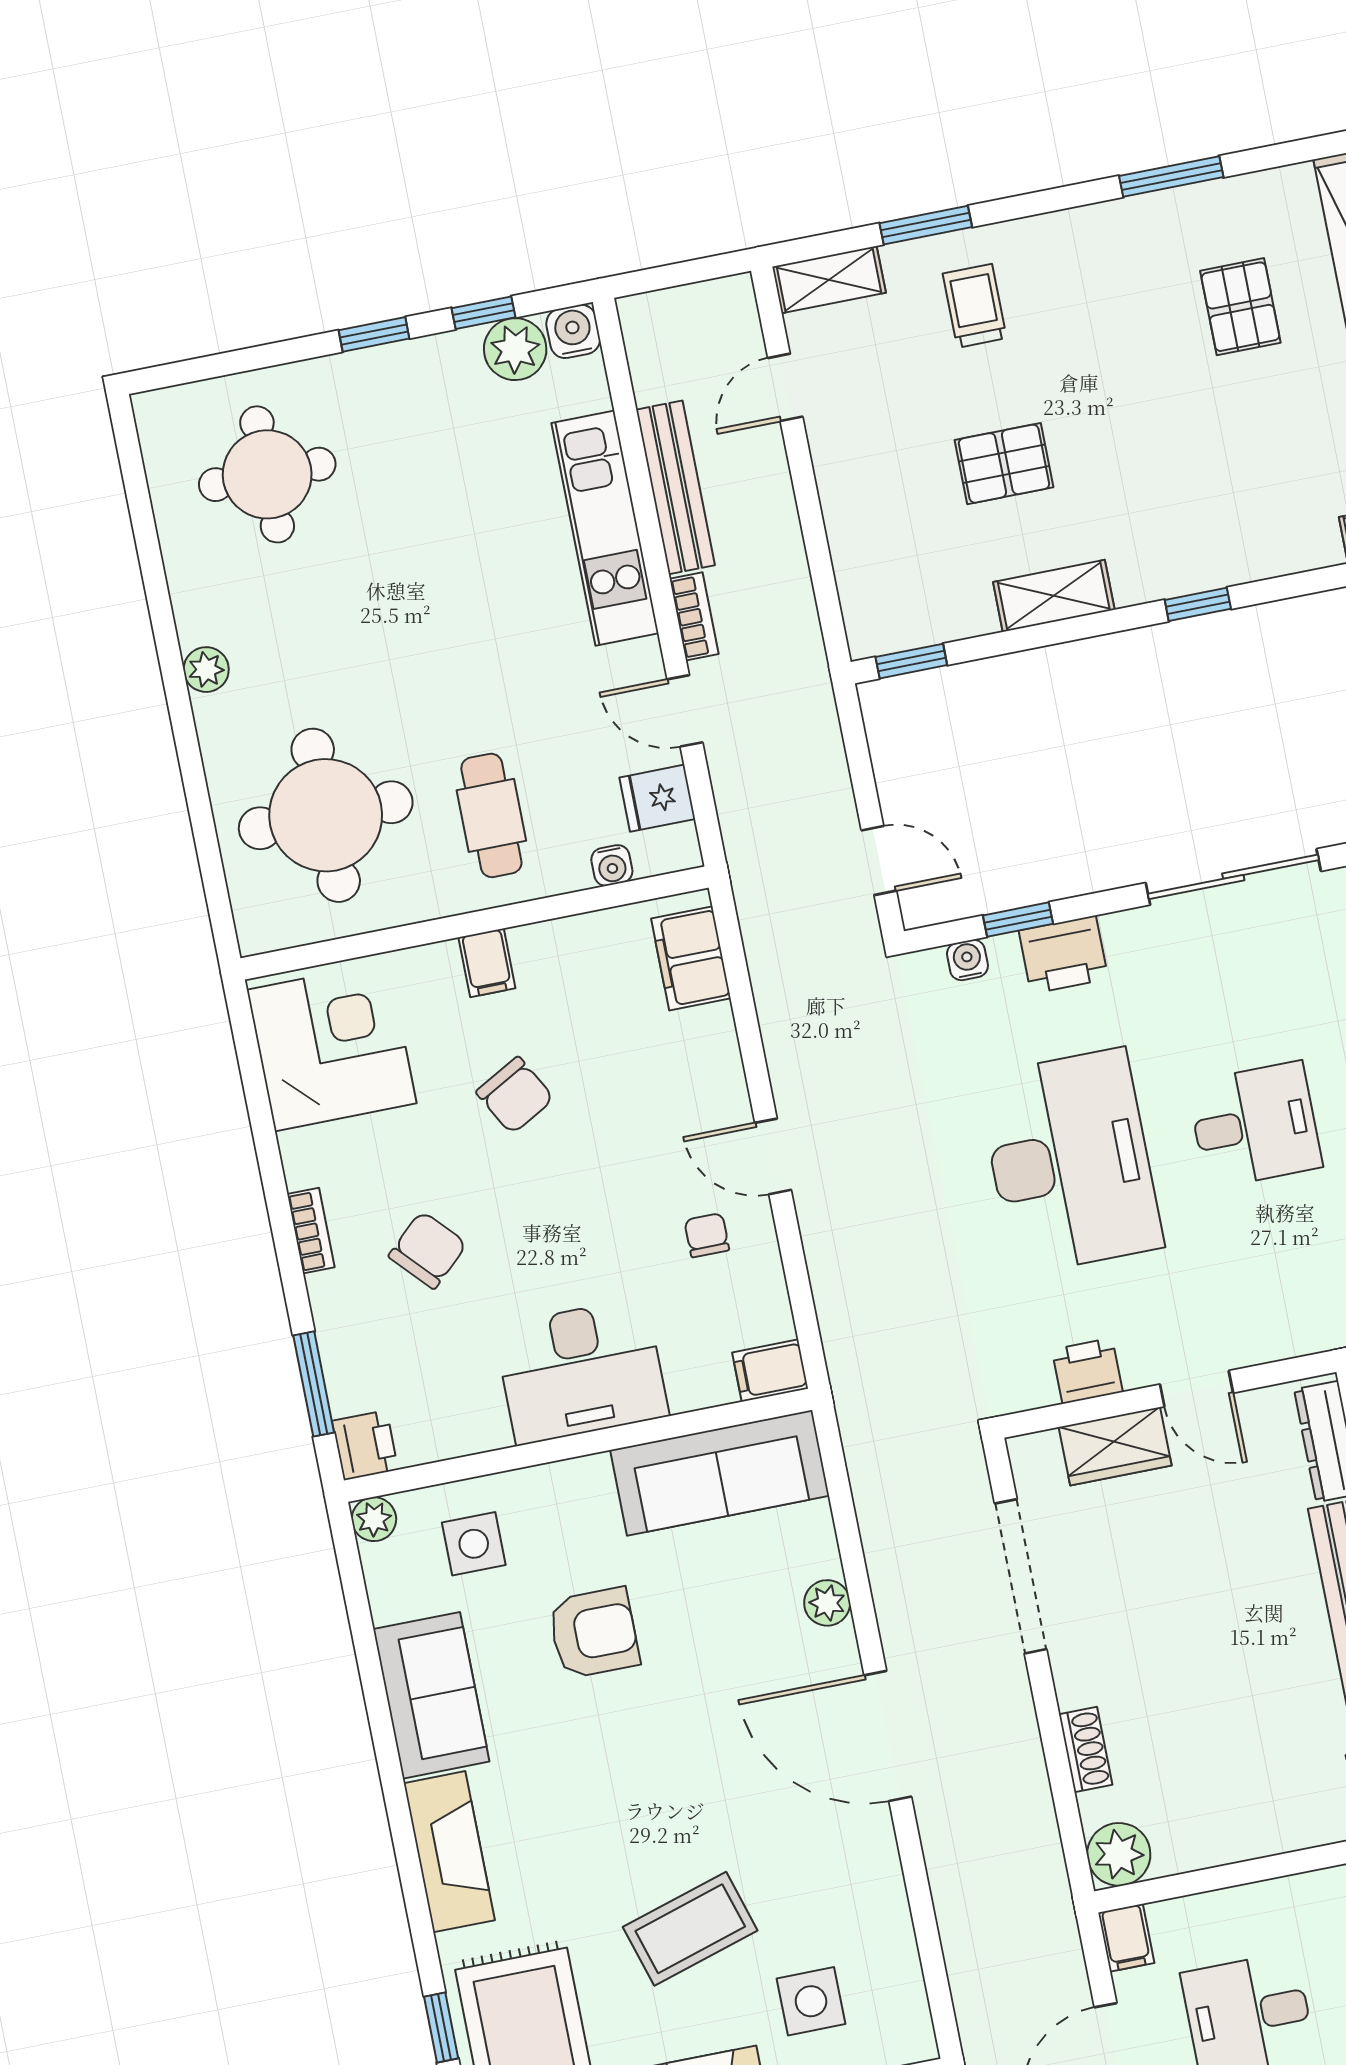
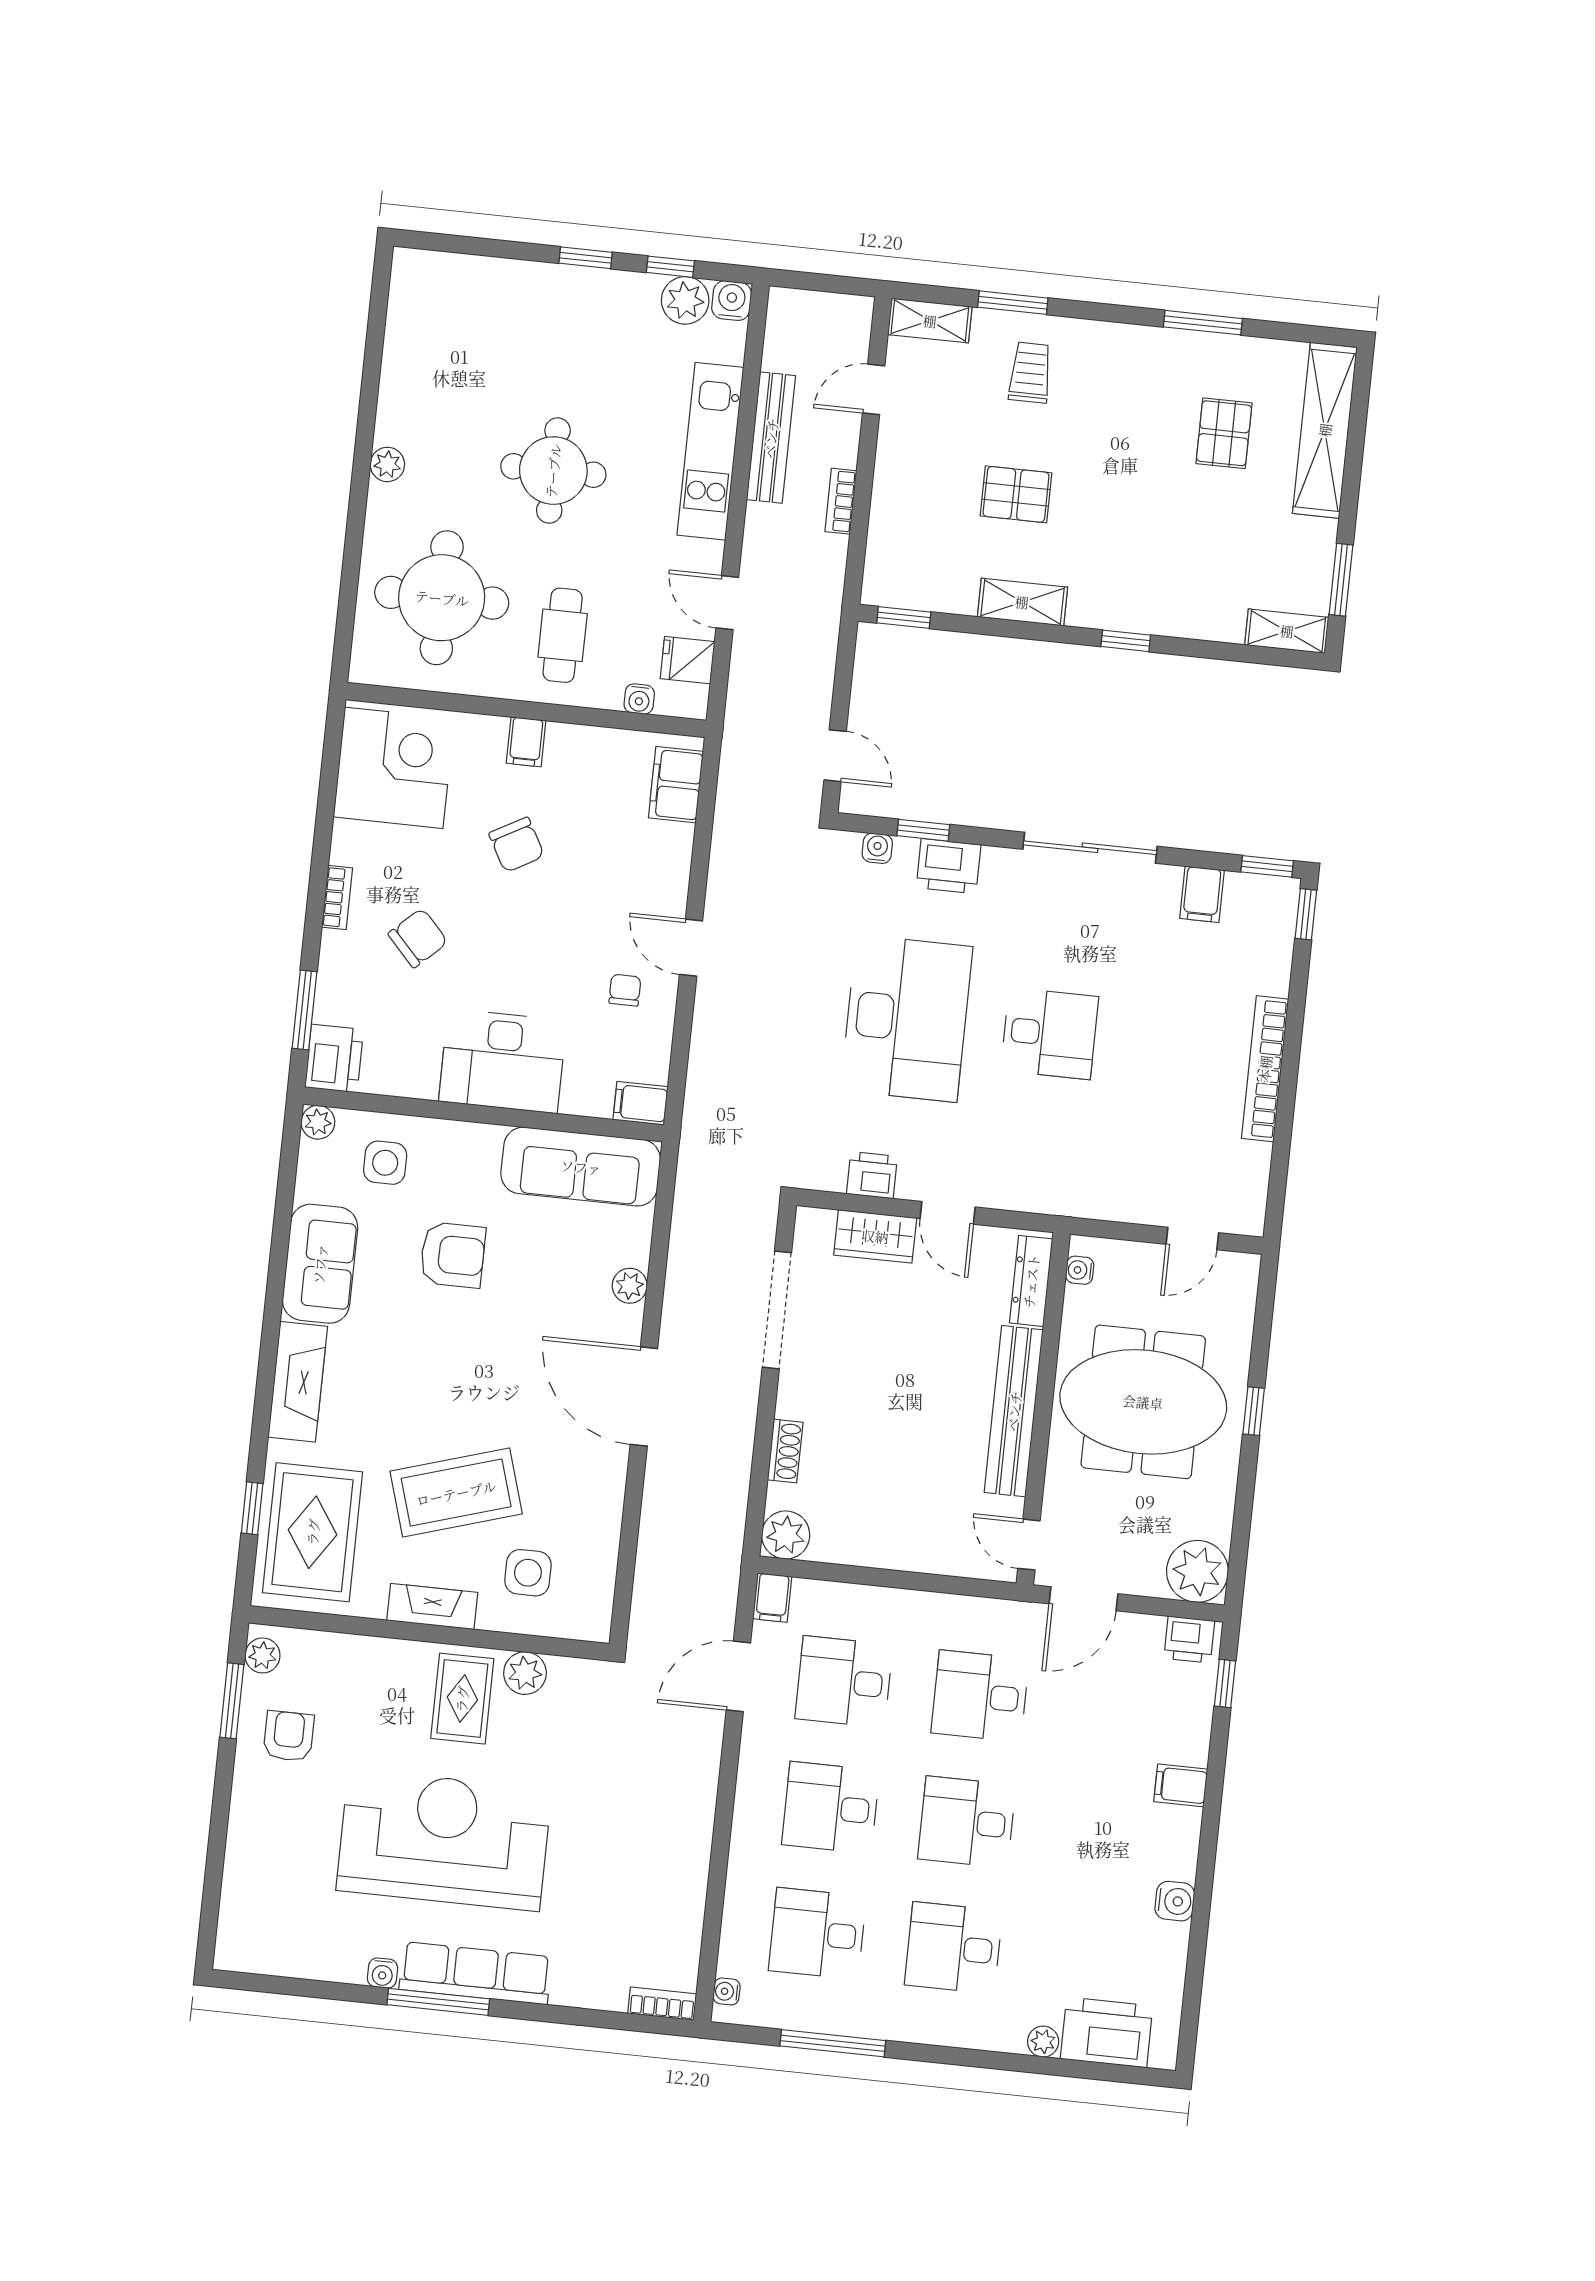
round table: (267, 474) -> (553, 471), moved
bookcase: (694, 616) -> (841, 501), moved, turned 180
printer: (365, 1445) -> (334, 1058), width x1.36, depth x1.24
coffee table: (690, 1929) -> (456, 1493), width x1.36, depth x1.32

